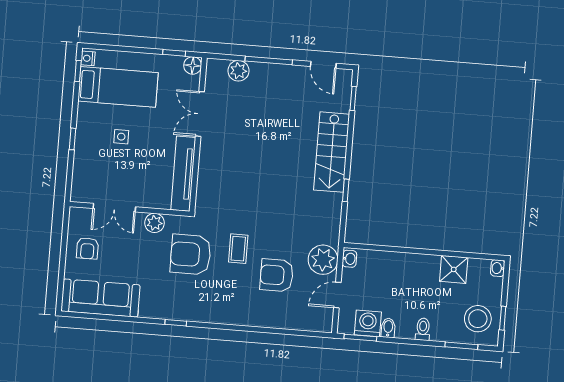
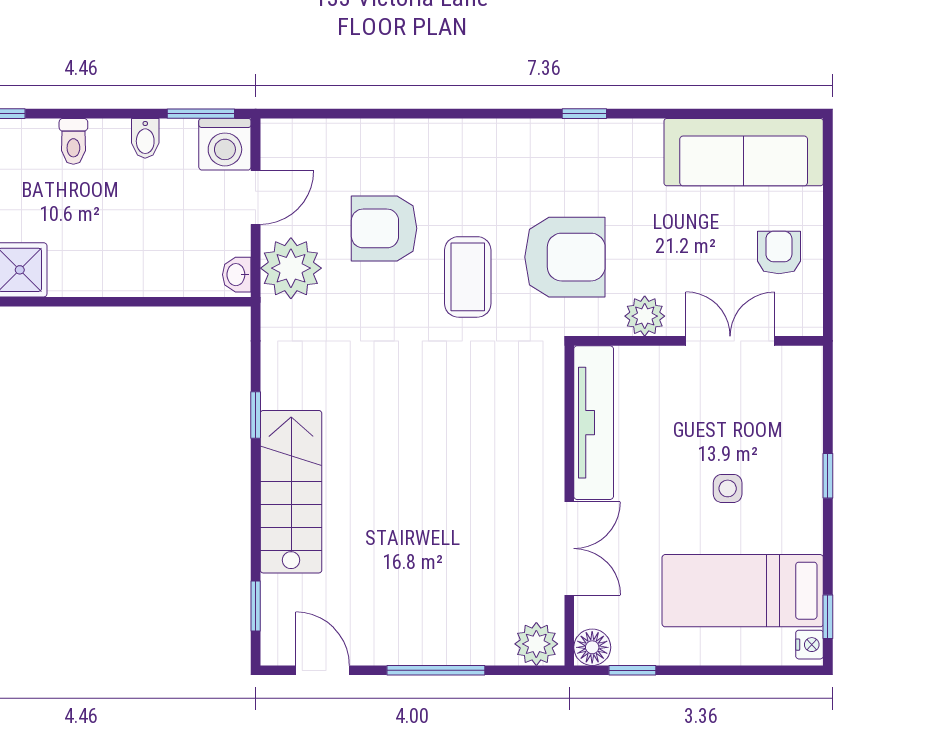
plant: (238, 71) -> (536, 644), moved
coffee table: (238, 249) -> (468, 277), width x1.36, depth x1.30
armchair: (277, 275) -> (384, 228), turned 180
washing machine: (368, 323) -> (225, 144), moved

